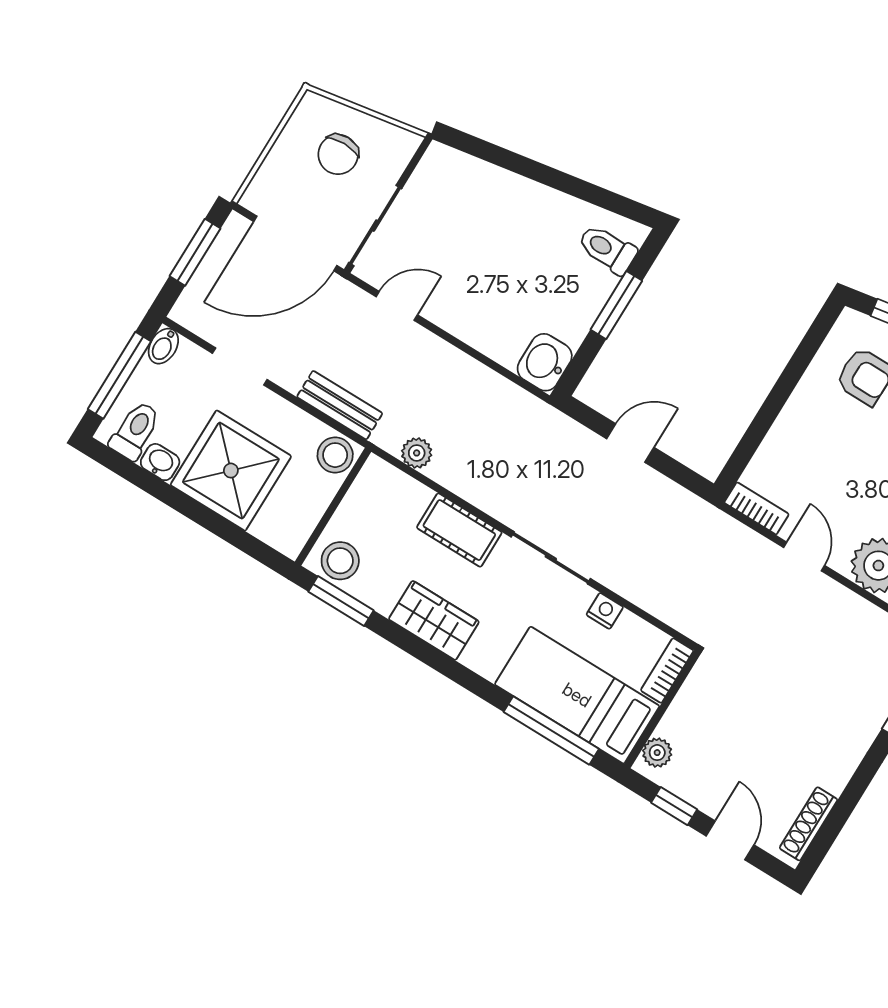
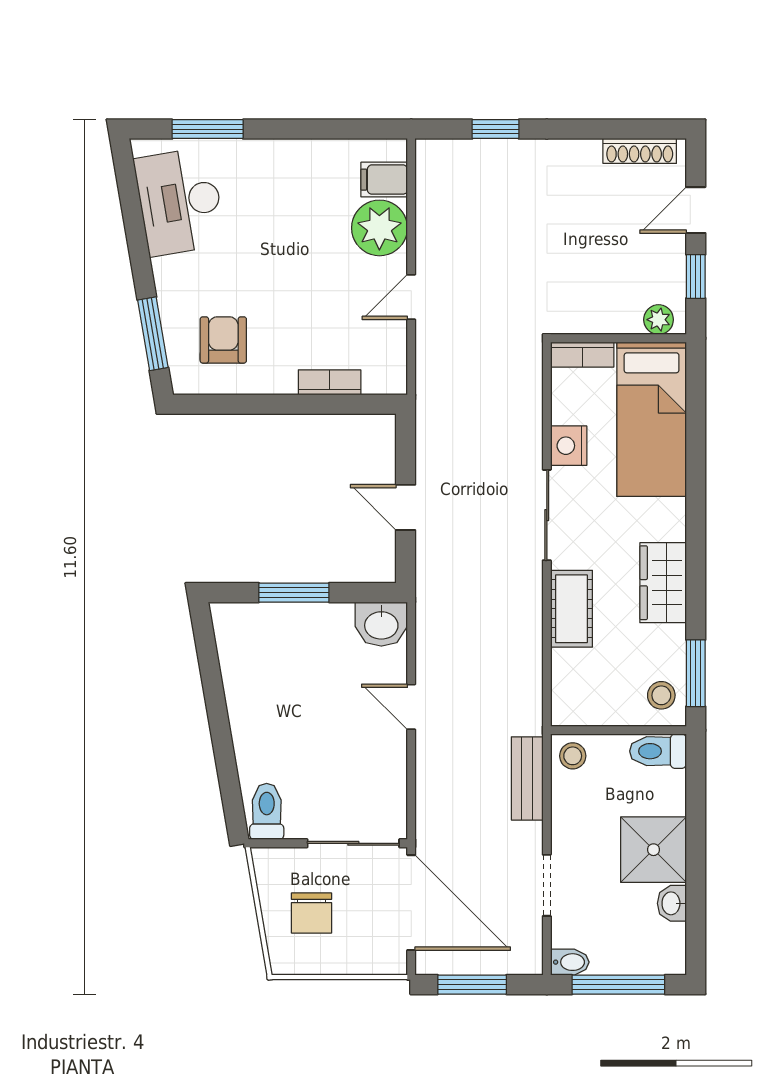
chair: (338, 154) -> (312, 913), turned 90
toilet: (607, 249) -> (267, 811), moved, turned 180
door: (397, 306) -> (411, 707), moved
toilet: (135, 431) -> (658, 751), moved
plant: (417, 453) -> (528, 687), removed
stool: (335, 455) -> (573, 756), width x0.73, depth x0.73
shower: (231, 471) -> (654, 850), width x0.73, depth x0.73
bookcase: (757, 508) -> (330, 382), moved, turned 90
stool: (340, 561) -> (661, 695), width x0.73, depth x0.73
nightstand: (605, 611) -> (569, 446), width x1.39, depth x1.35
window: (551, 730) -> (696, 423), removed

